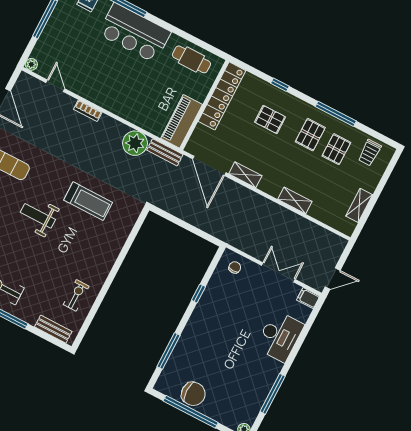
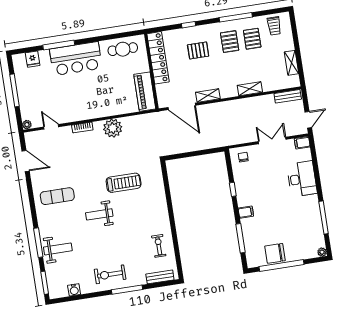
plant: (135, 143) -> (113, 128), moved
bench: (165, 152) -> (288, 96), moved
filing cabinet: (195, 328) -> (246, 212), added
chair: (193, 394) -> (275, 253), turned 180

